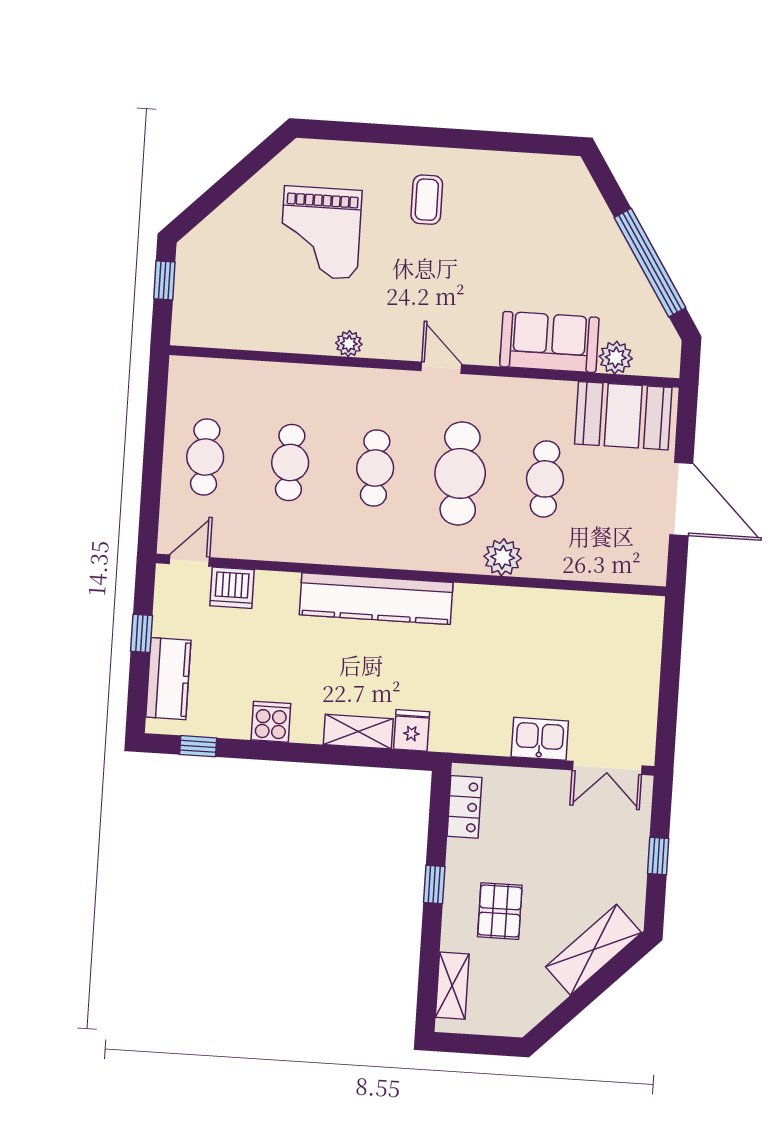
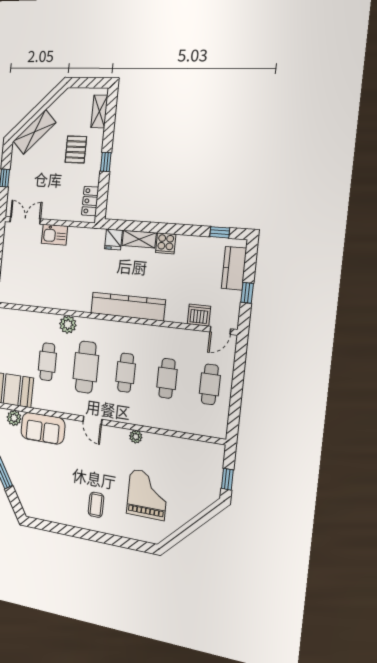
cooker: (271, 722) -> (166, 243), moved

